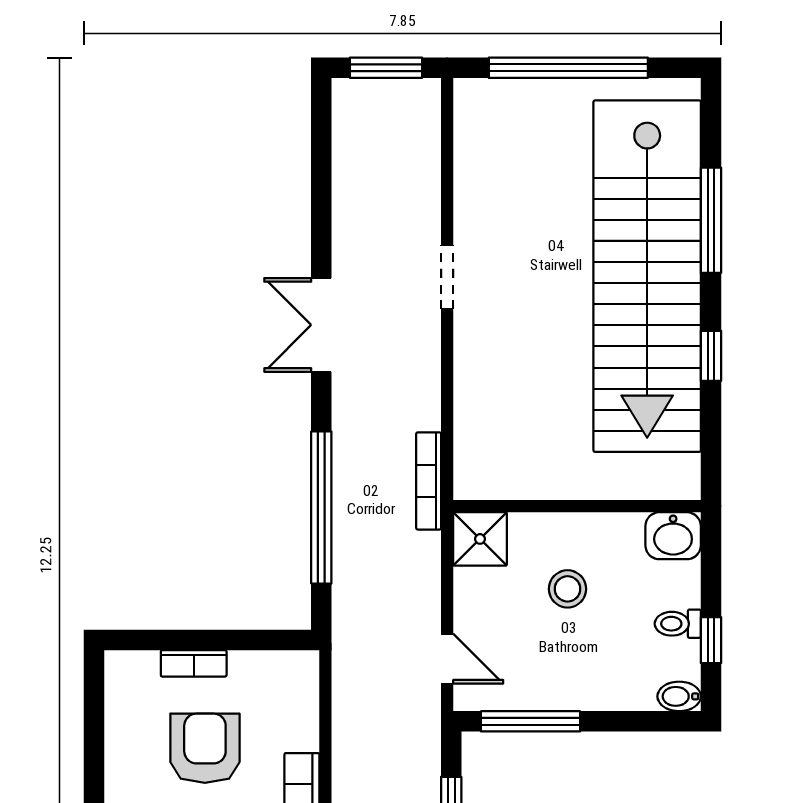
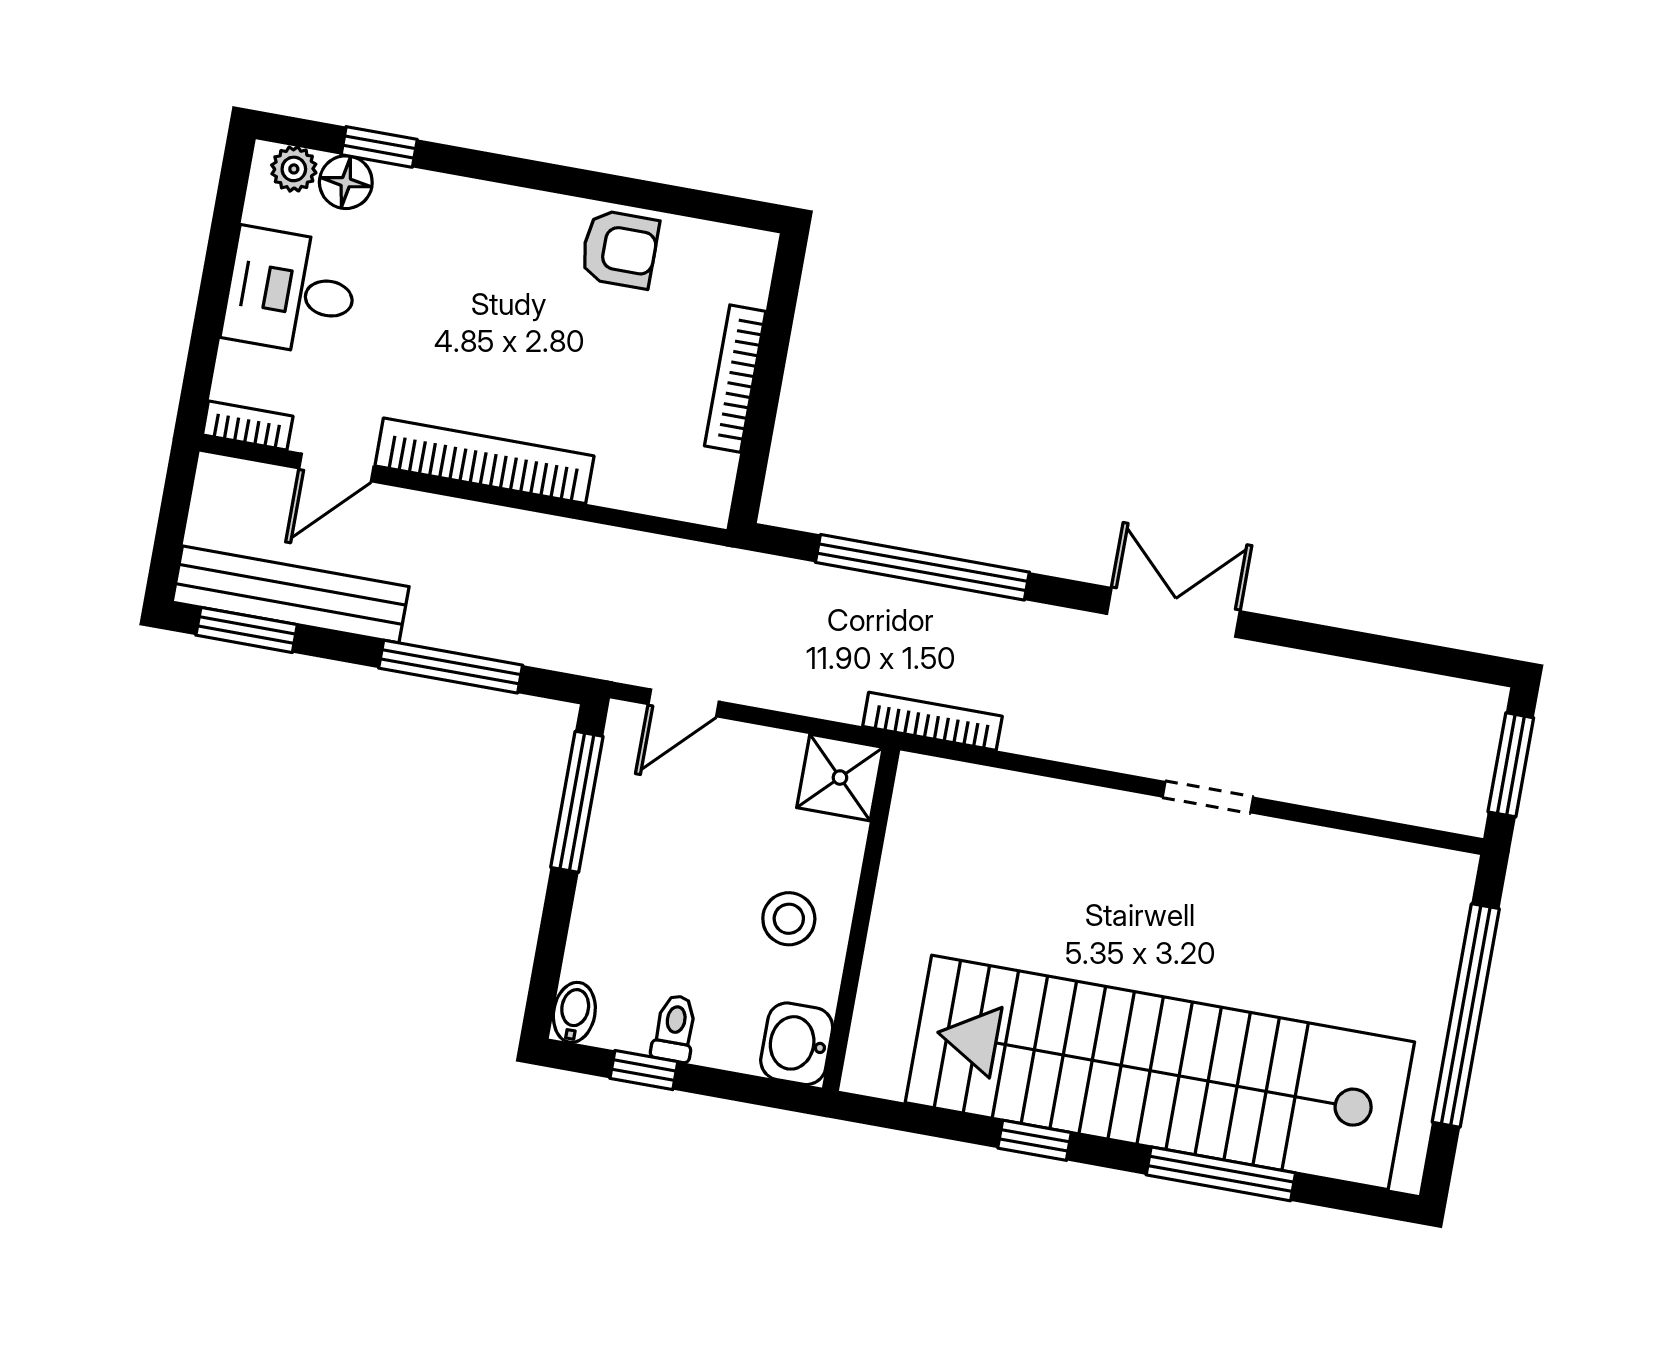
stool: (568, 589) -> (789, 919), moved
bookcase: (194, 663) -> (735, 379), width x1.56
armchair: (205, 748) -> (620, 249), moved, width x0.72, depth x0.72

